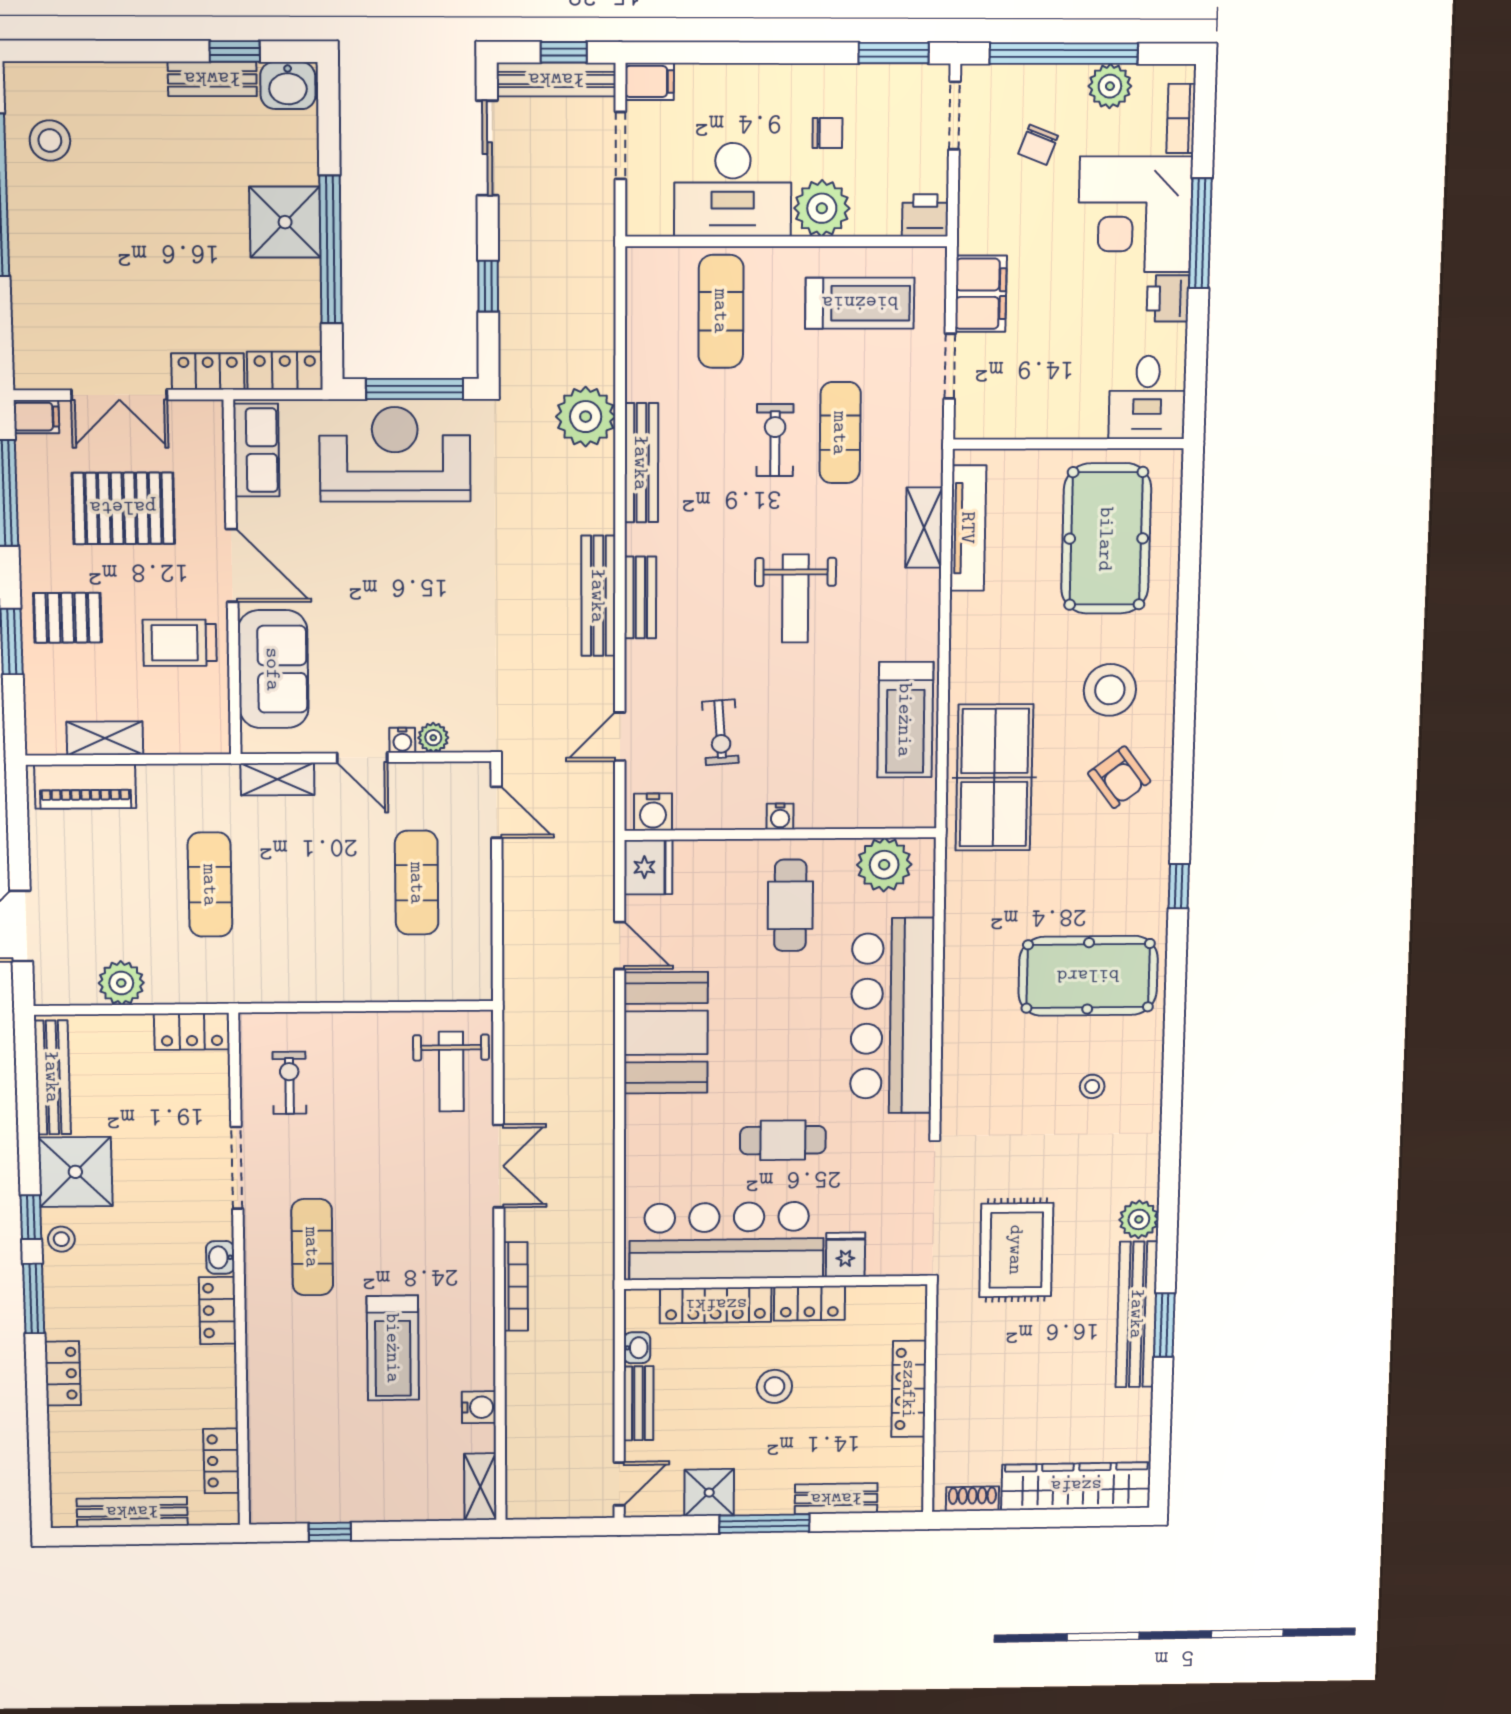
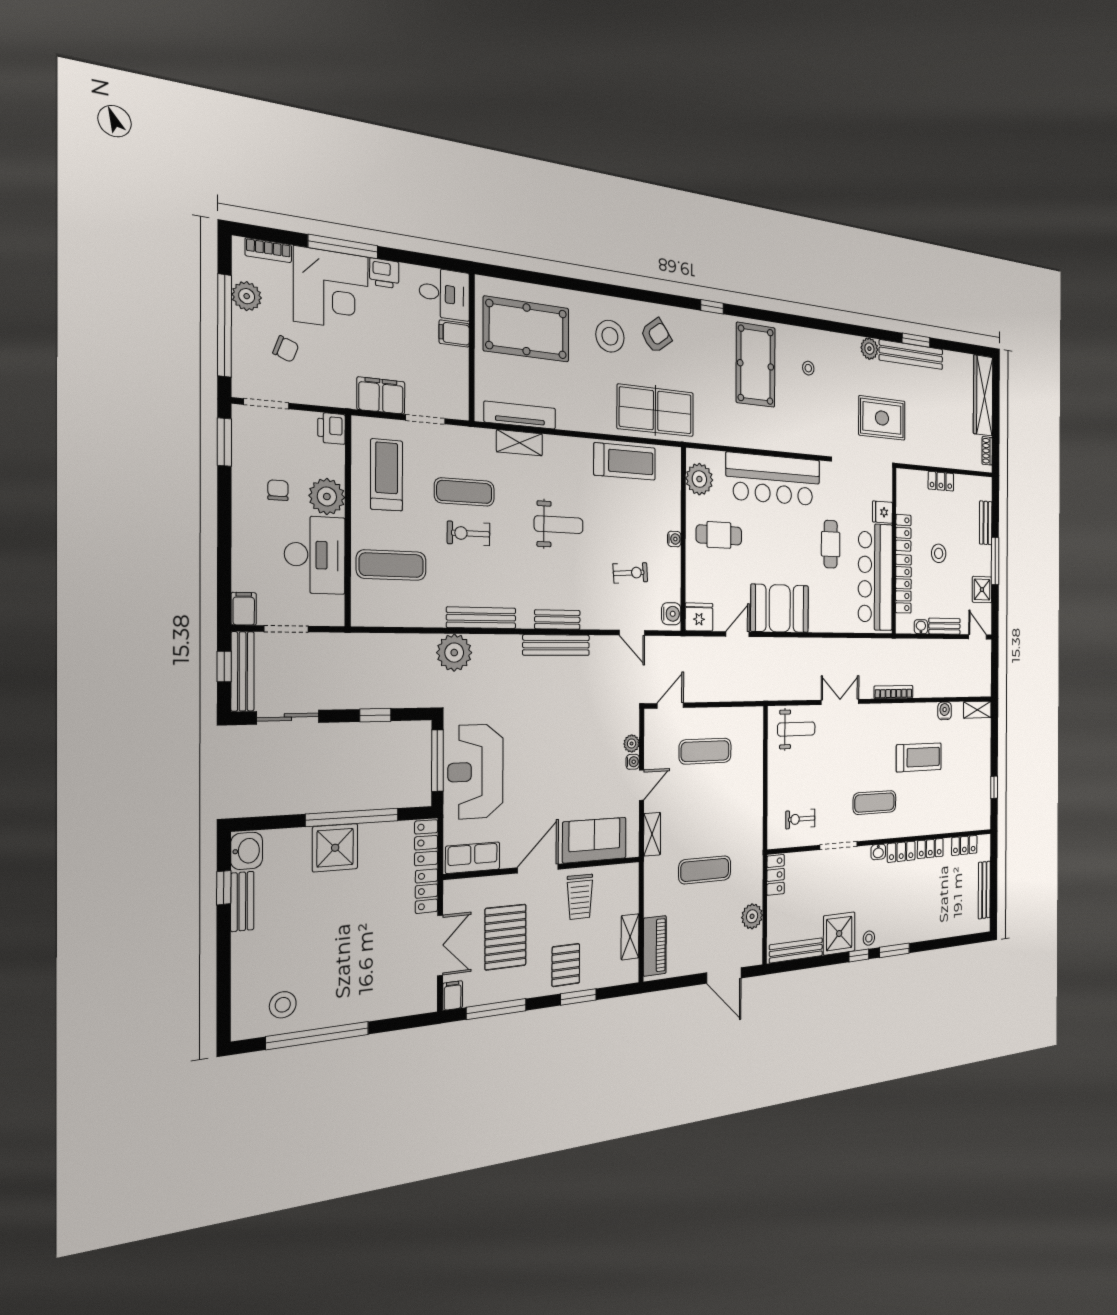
filing cabinet: (1087, 414) -> (454, 334), added
locker: (63, 1373) -> (930, 849), moved, turned 180
locker: (909, 1389) -> (941, 481), width x0.66

